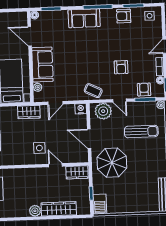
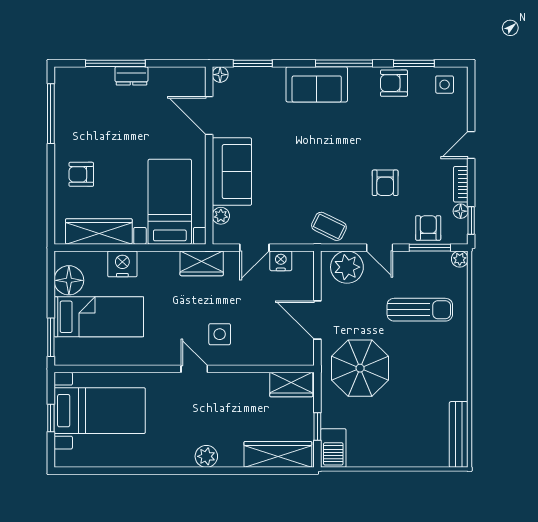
nightstand: (81, 109) -> (281, 261), moved
door: (55, 165) -> (194, 369), moved
wardrobe: (59, 209) -> (278, 454), moved

